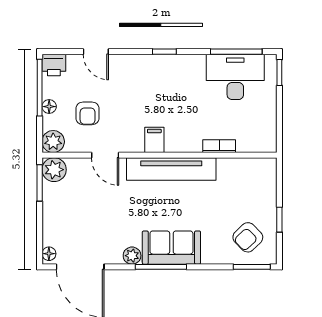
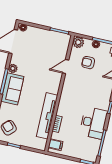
desk: (235, 77) -> (93, 123), moved
filing cabinet: (154, 140) -> (56, 145), moved
tv unit: (171, 169) -> (47, 116), moved
plant: (54, 170) -> (64, 40), removed

